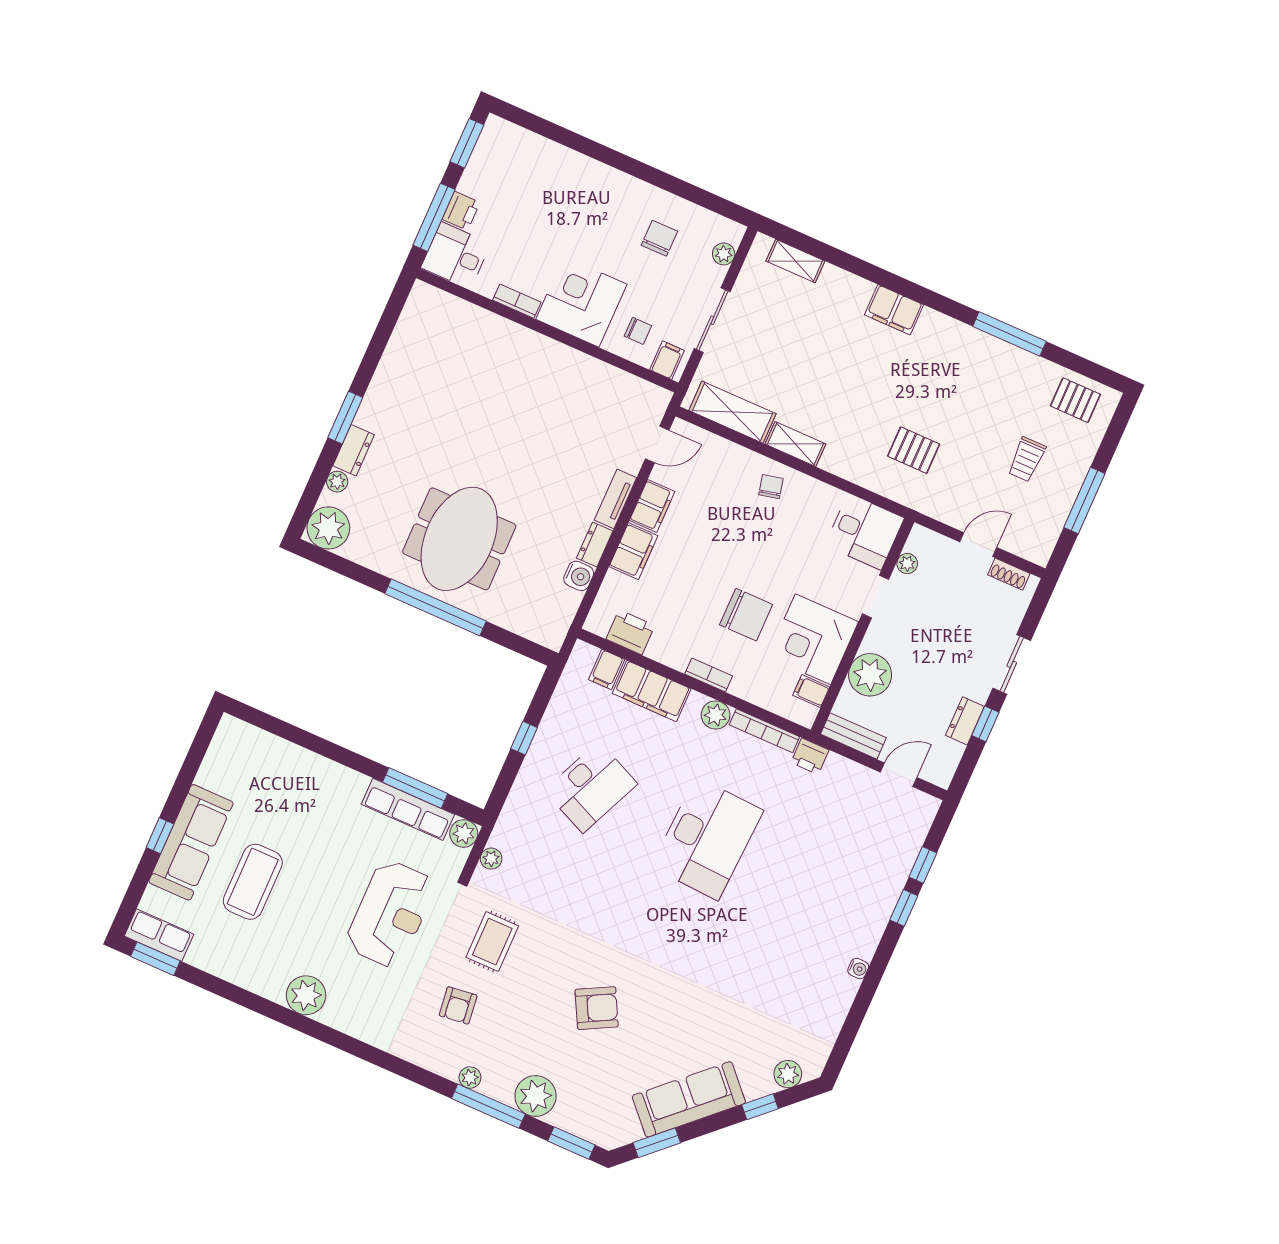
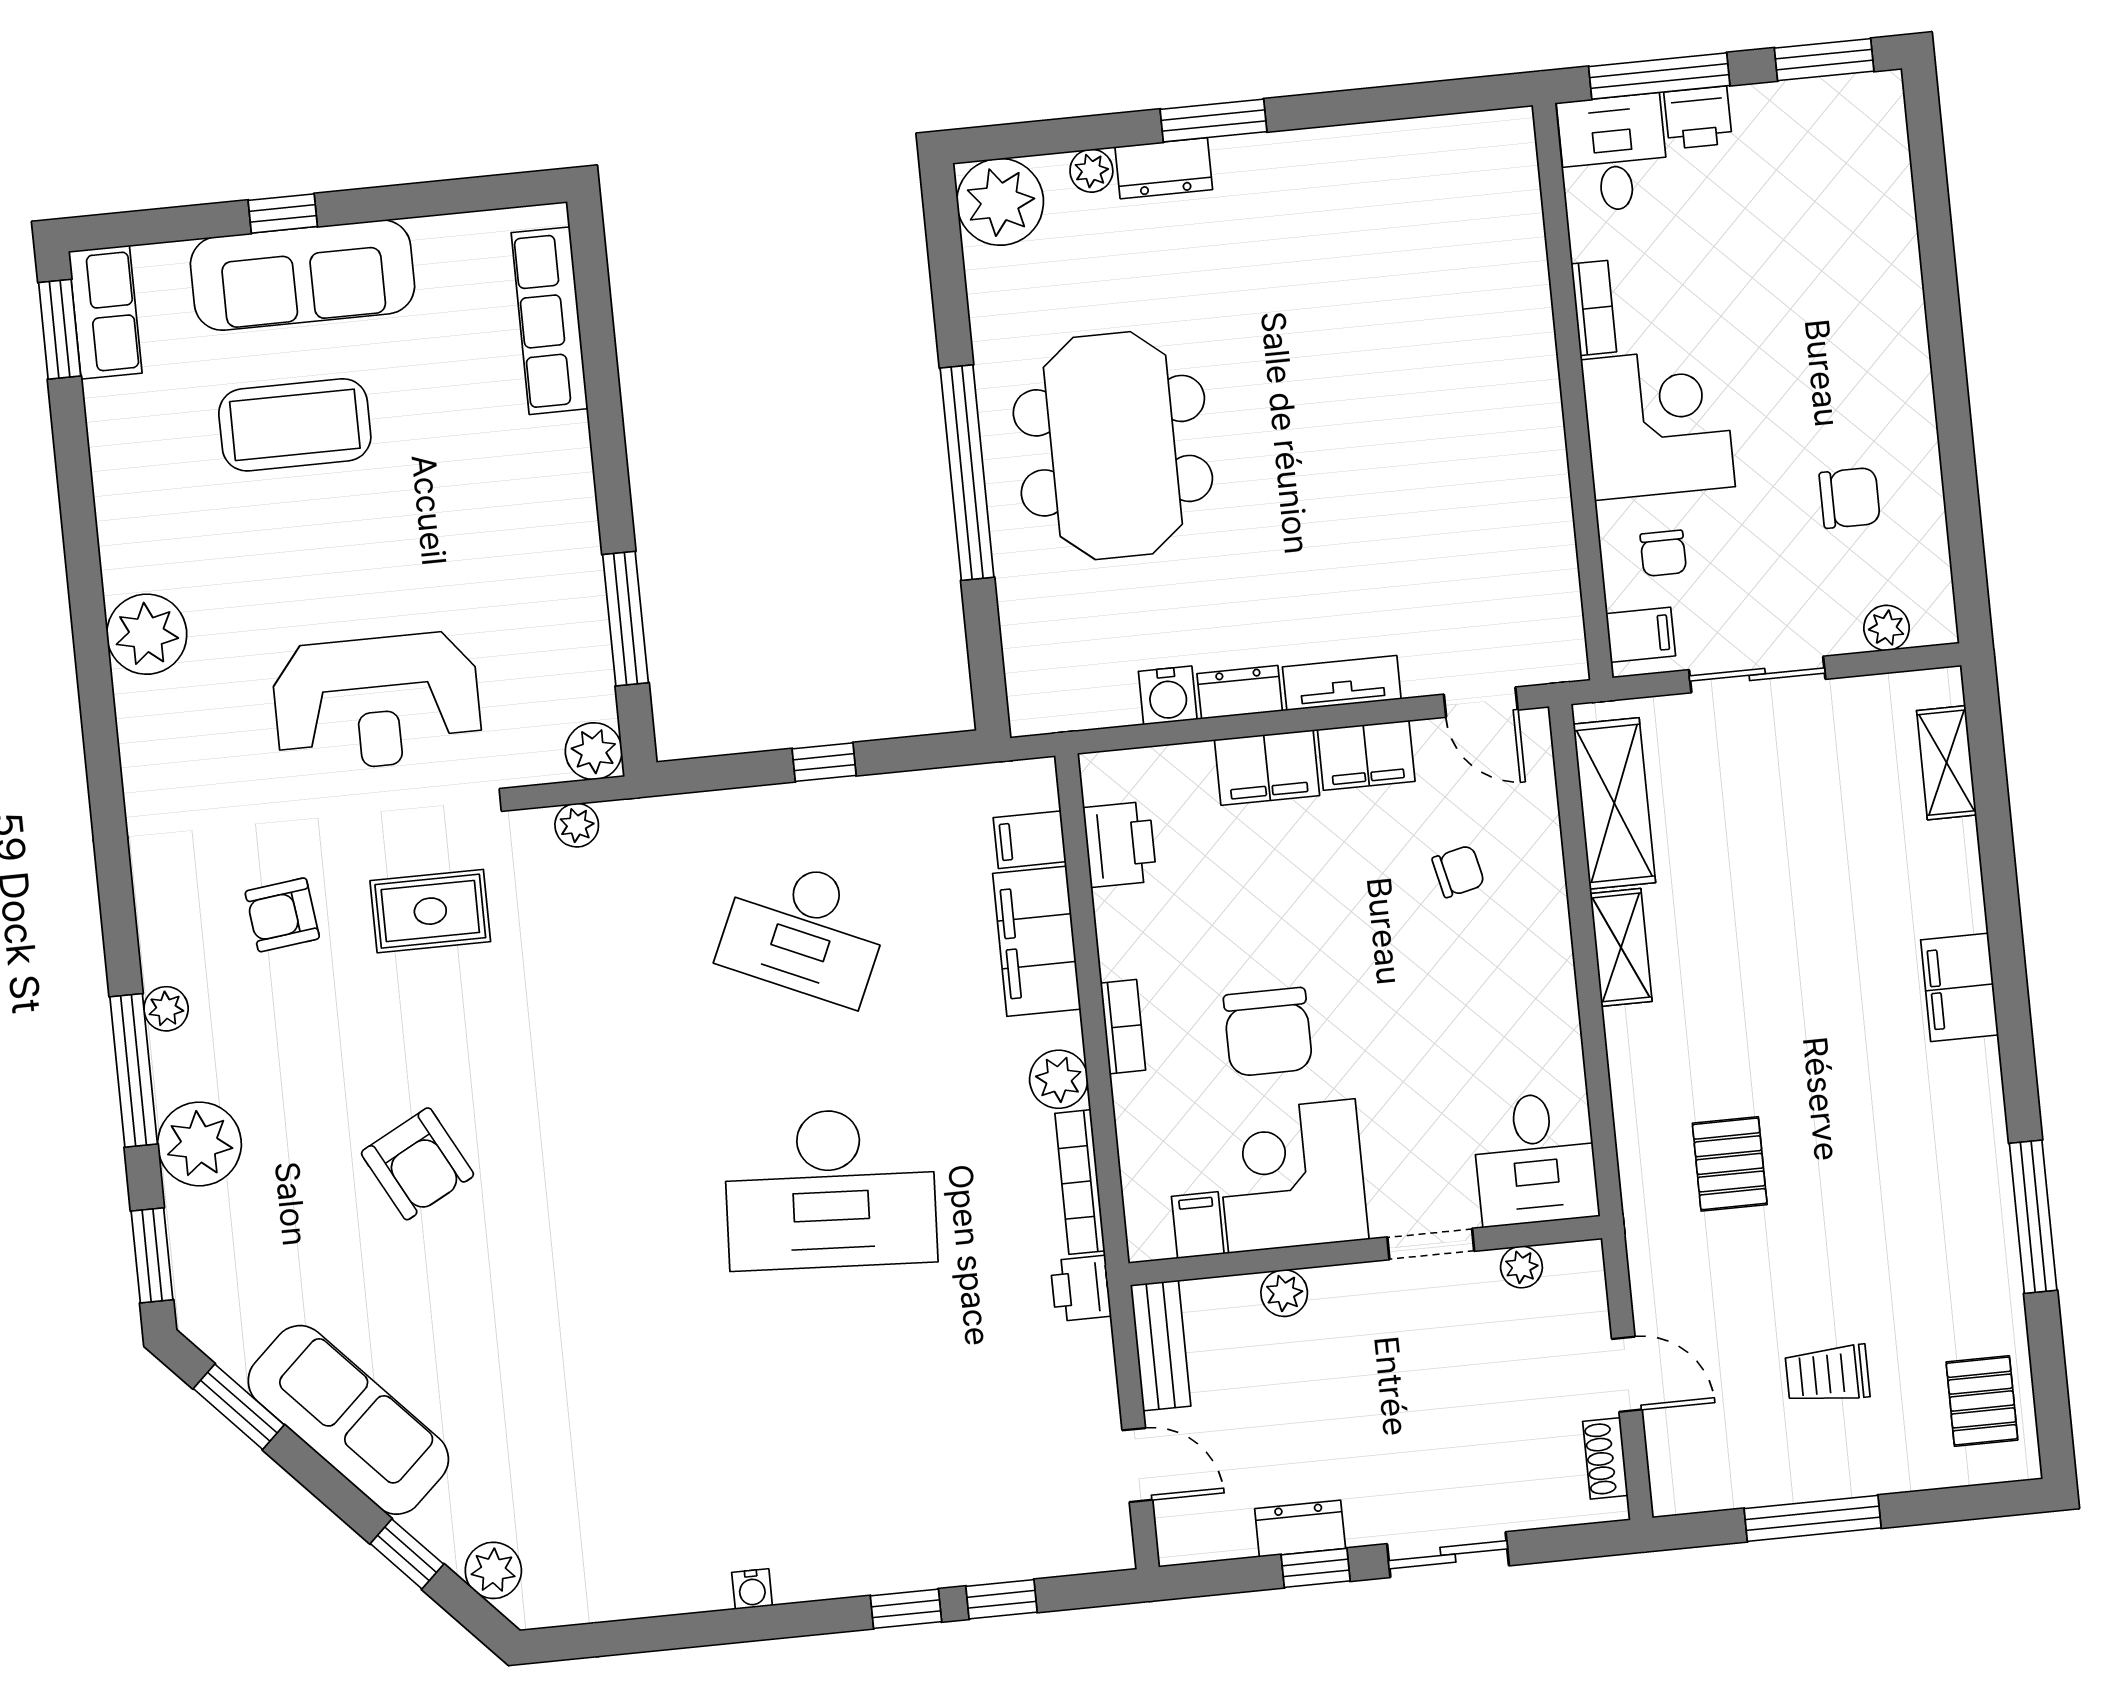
chair: (771, 487) -> (1458, 871), moved
meeting table: (459, 539) -> (1113, 446), turned 90
plant: (870, 675) -> (1284, 1293), width x0.53, depth x0.53
row of seats: (408, 809) -> (550, 321), moved

